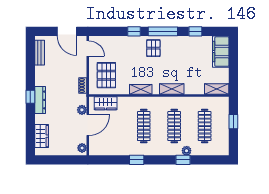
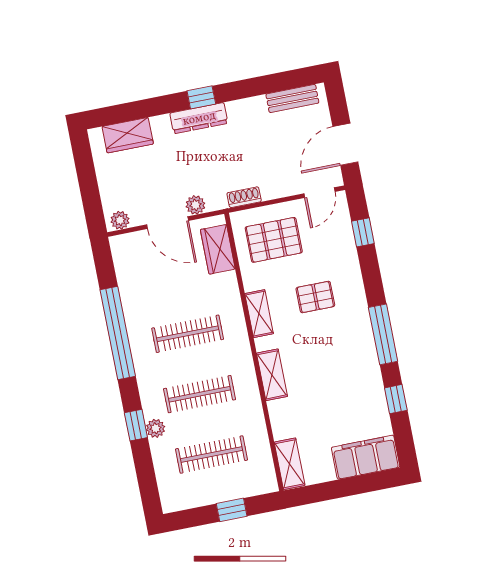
window: (134, 31) -> (363, 232), moved
pallet: (153, 48) -> (315, 297), moved
window: (137, 160) -> (118, 333), width x3.17

